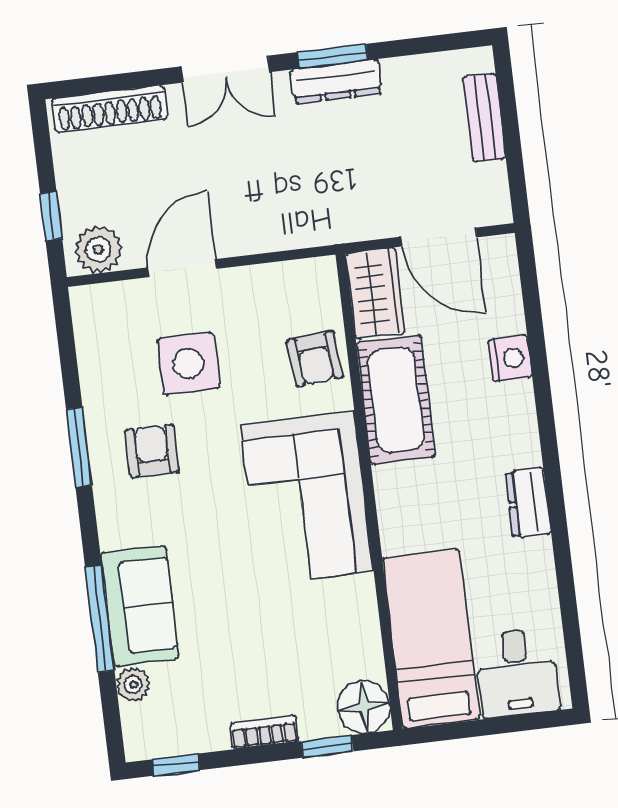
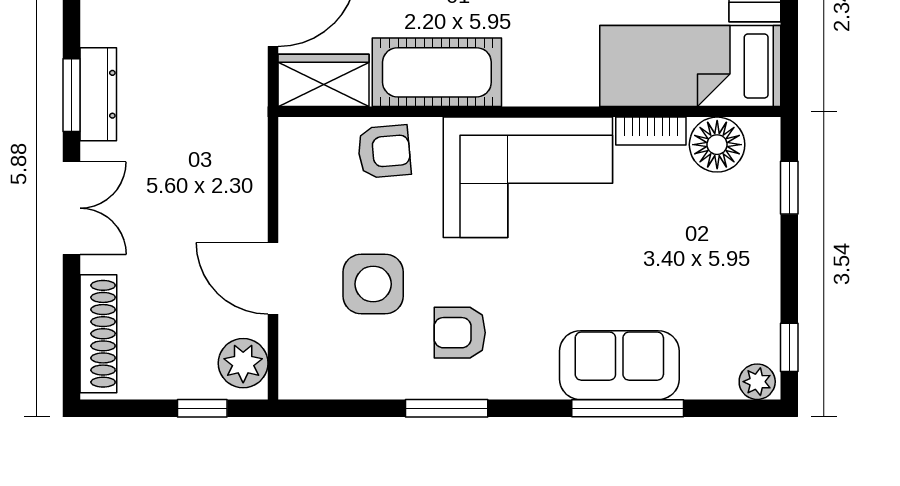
plant: (133, 685) -> (757, 382), moved
floor lamp: (364, 707) -> (717, 145), moved
bookcase: (264, 732) -> (651, 131), moved, turned -90

